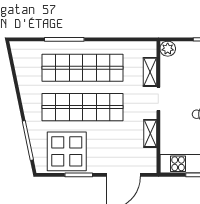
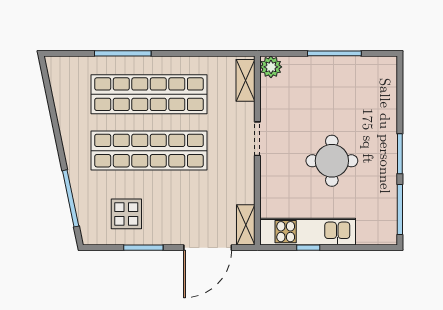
shelving: (150, 72) -> (246, 80), moved
shelving: (150, 133) -> (246, 225), moved
display table: (67, 151) -> (126, 214), width x0.54, depth x0.54

